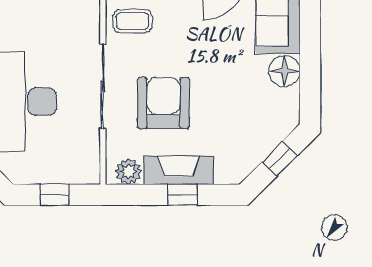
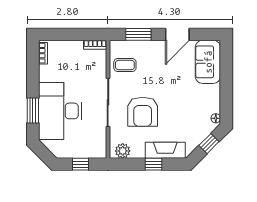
floor lamp: (284, 71) -> (216, 118), moved, width x0.53, depth x0.53
armchair: (163, 103) -> (143, 112), turned 180
fireplace: (179, 170) -> (165, 150), moved

